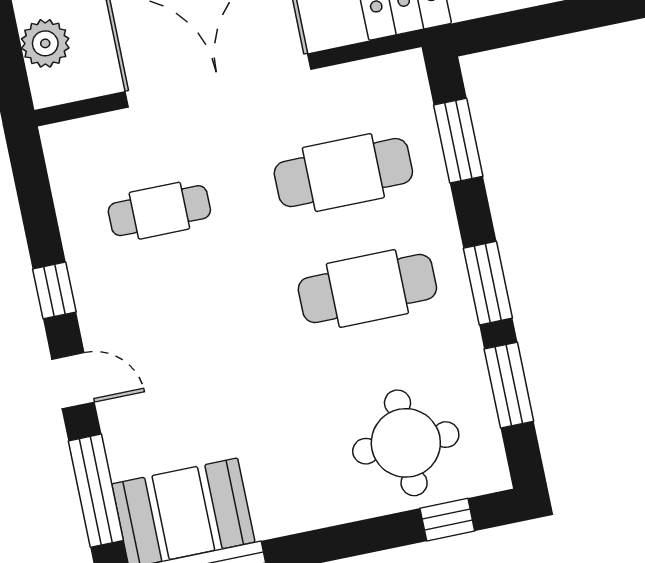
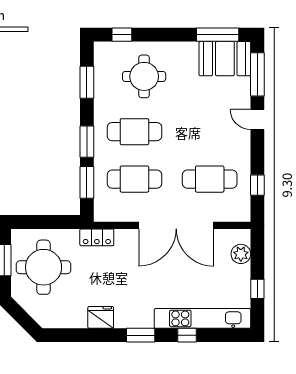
cafe table: (159, 211) -> (210, 179), width x1.37, depth x1.35
window: (488, 283) -> (87, 142), moved
window: (54, 290) -> (257, 185), moved
round table: (406, 443) -> (144, 76), moved

